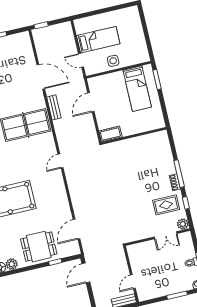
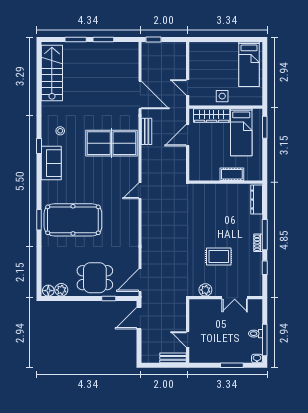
bed: (98, 40) -> (249, 64), moved, turned 90
wardrobe: (108, 80) -> (212, 116), added
cot: (110, 134) -> (232, 174), moved
dresser: (165, 145) -> (257, 200), added
rug: (166, 205) -> (219, 257), moved
plant: (183, 224) -> (205, 290), moved
door: (76, 229) -> (140, 280), moved
door: (133, 282) -> (188, 339), hinge flipped

